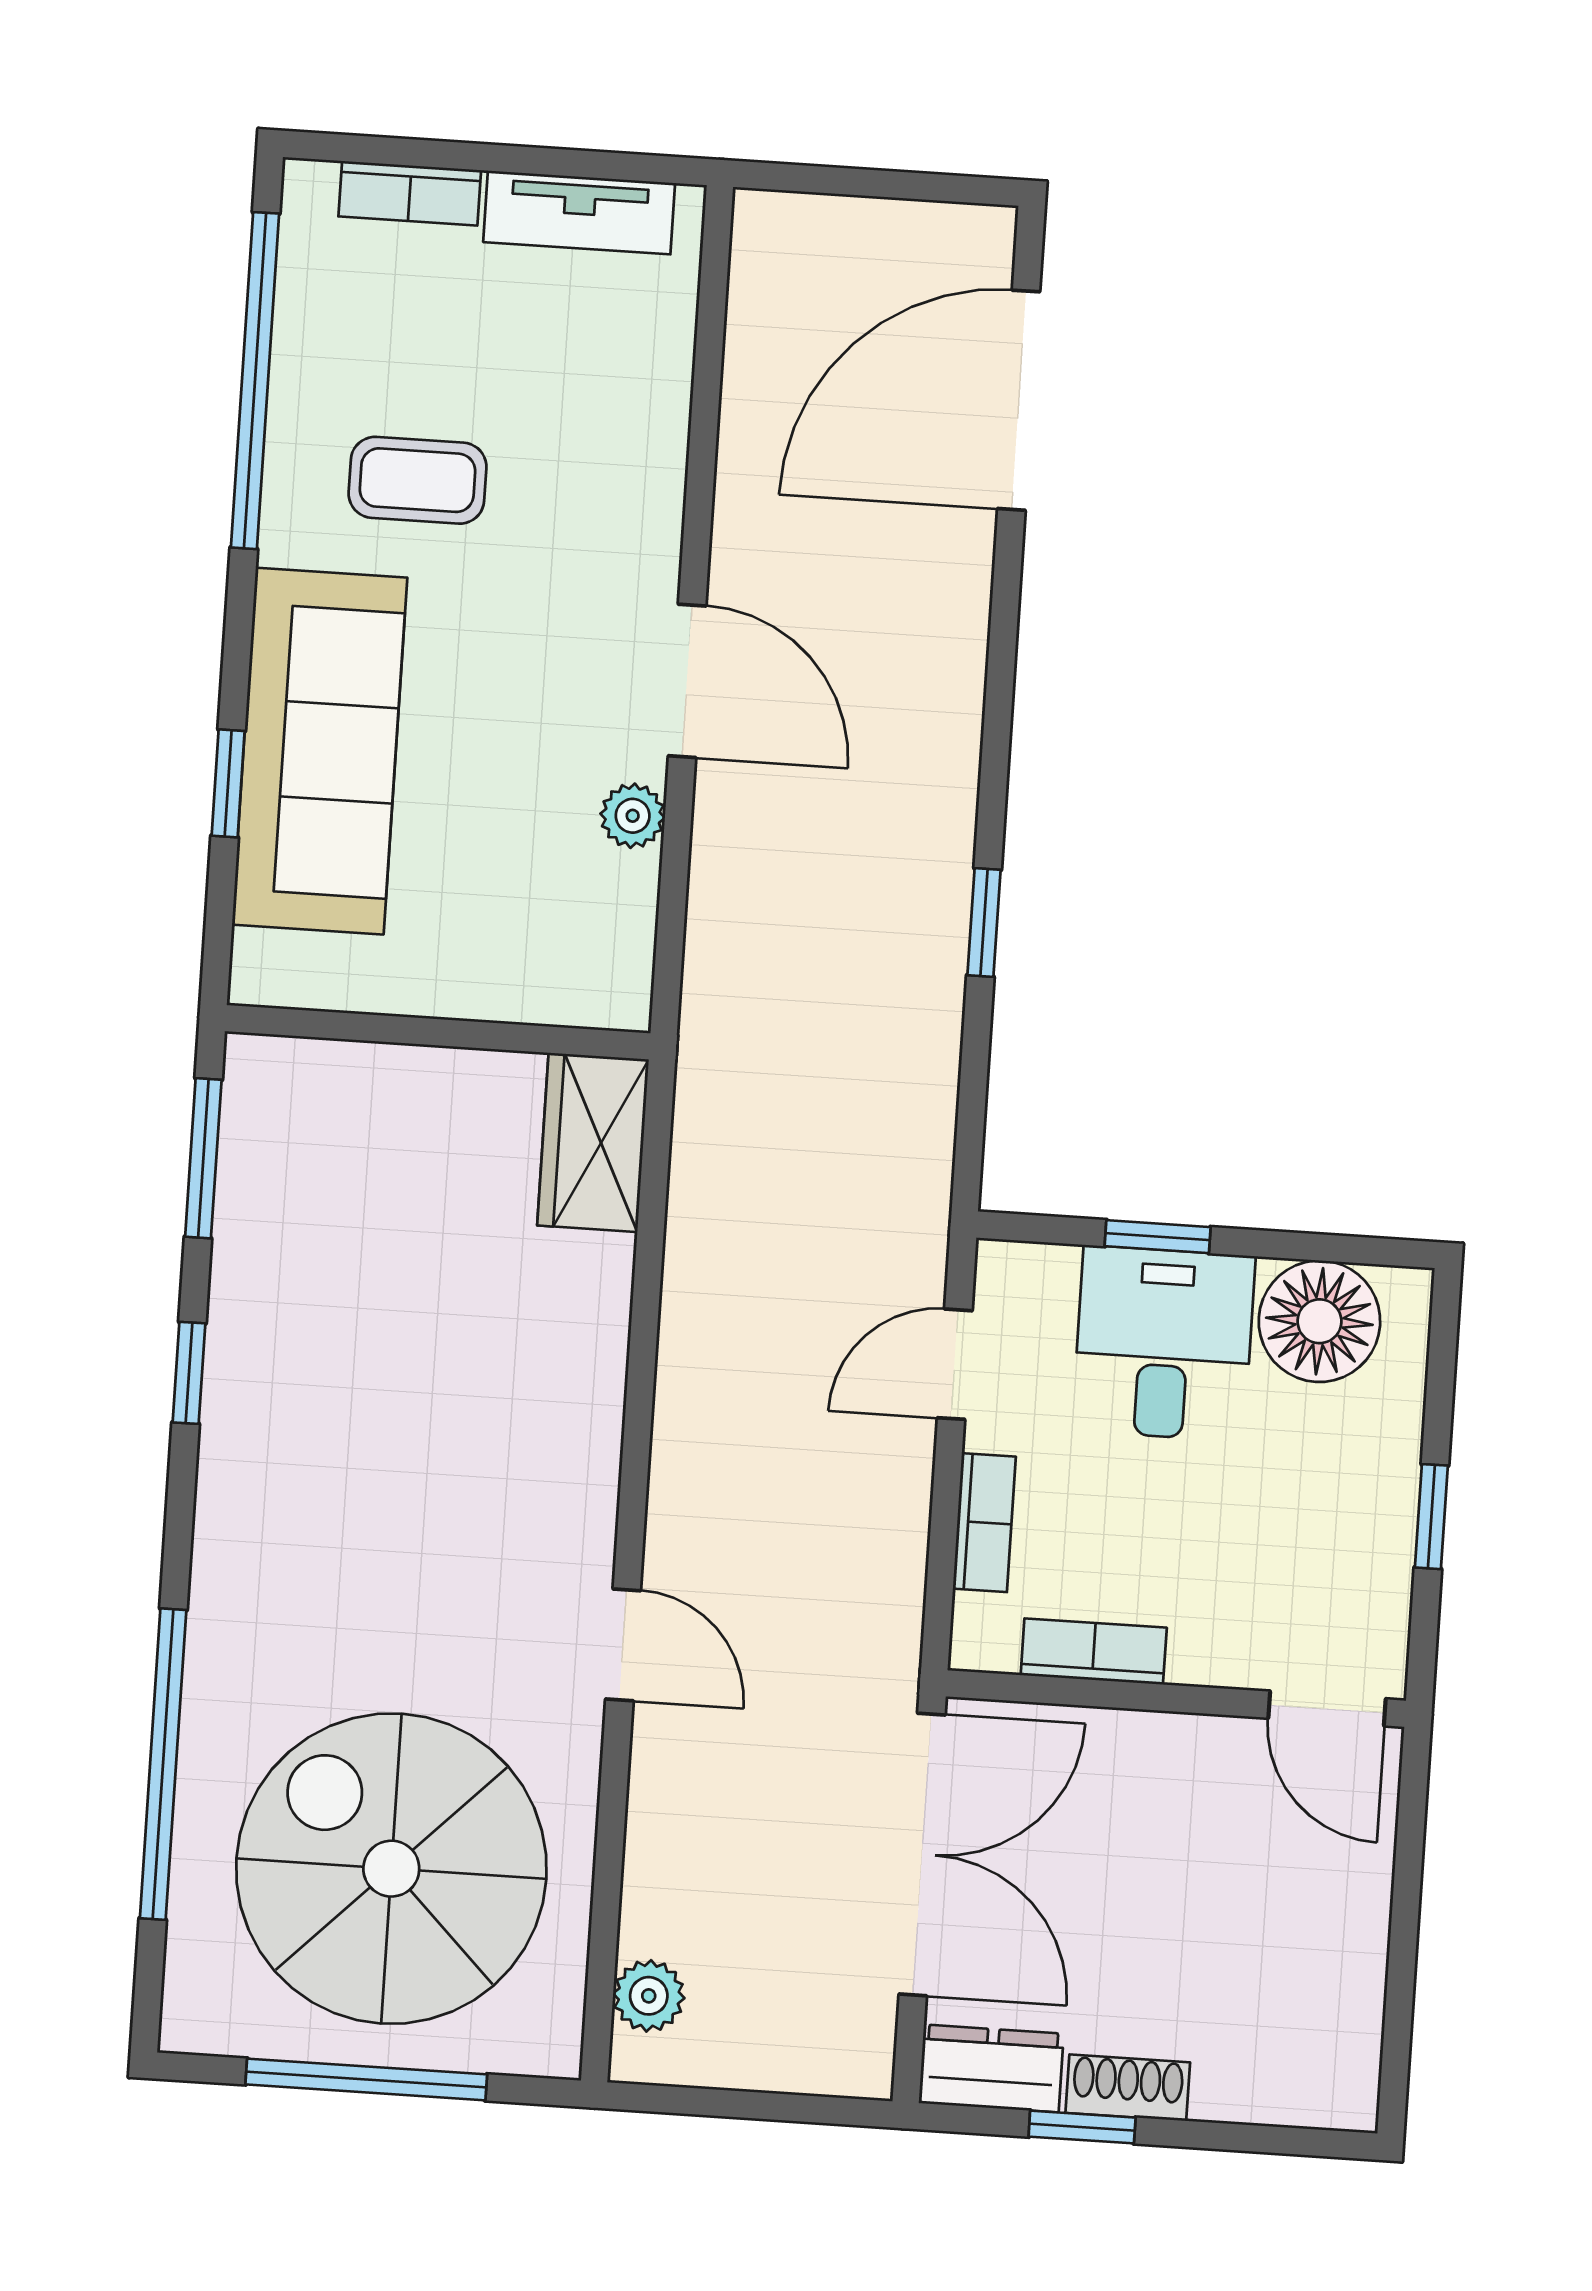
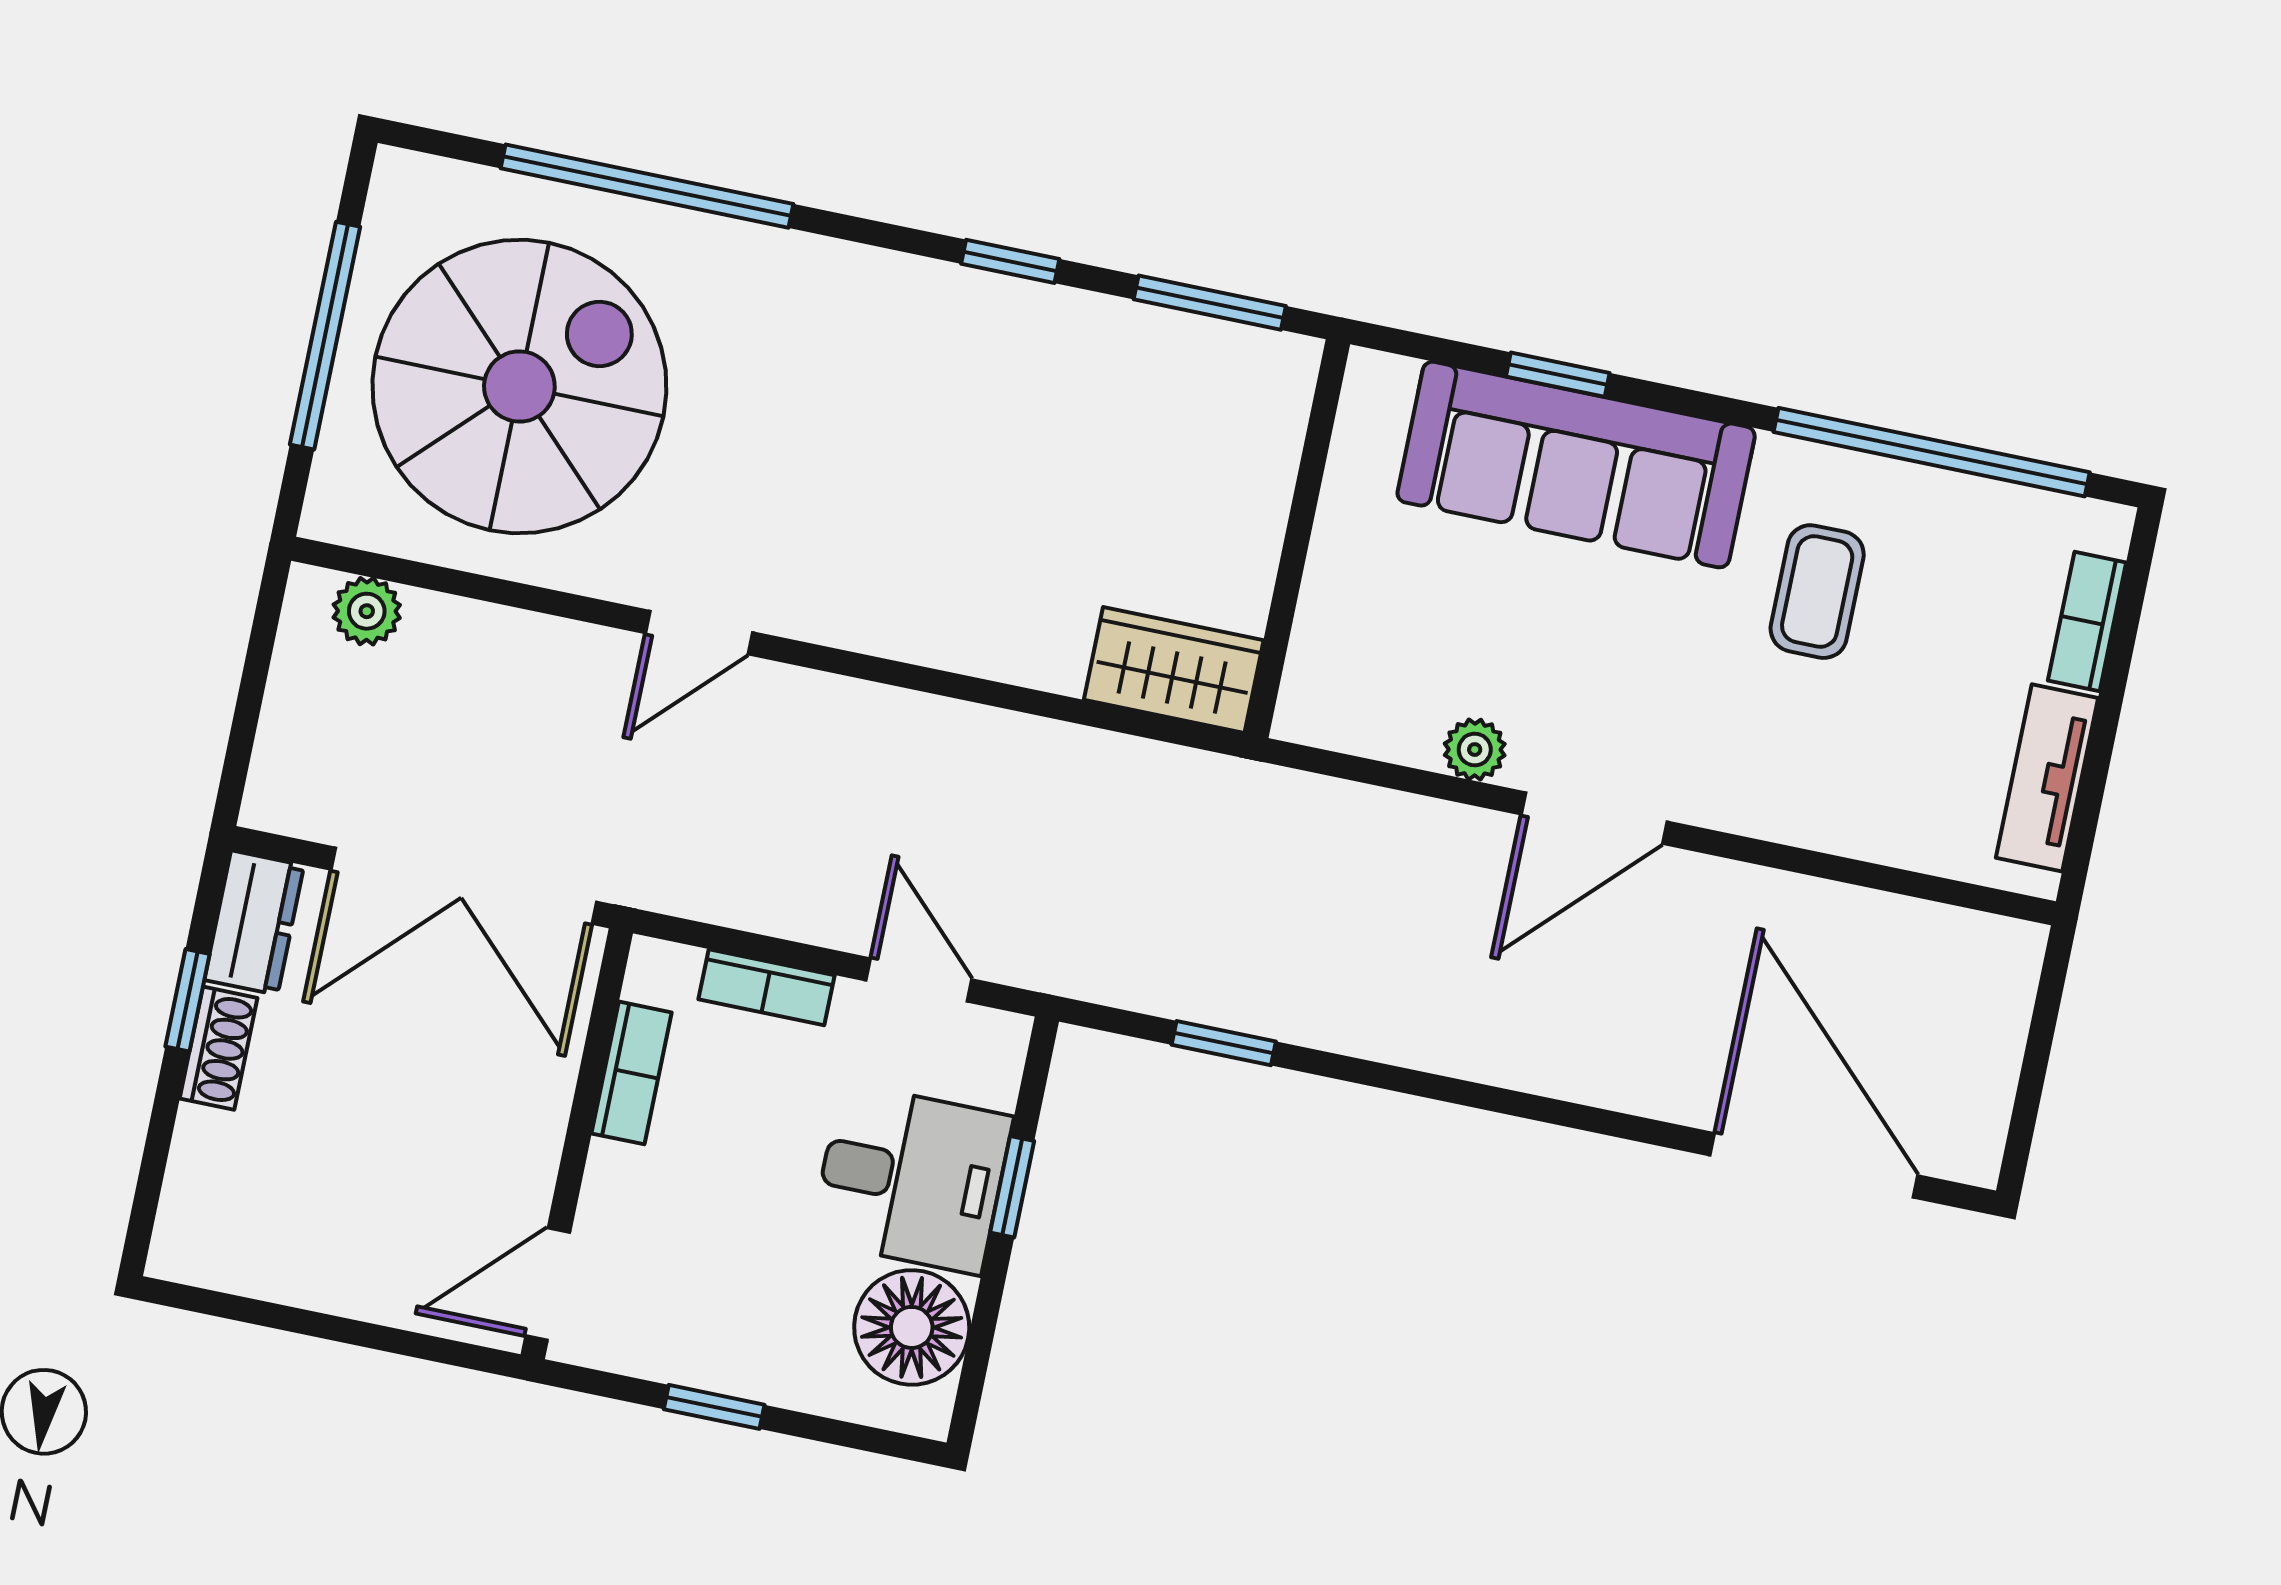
window: (984, 922) -> (1224, 1043), moved

